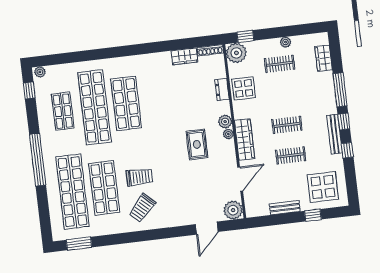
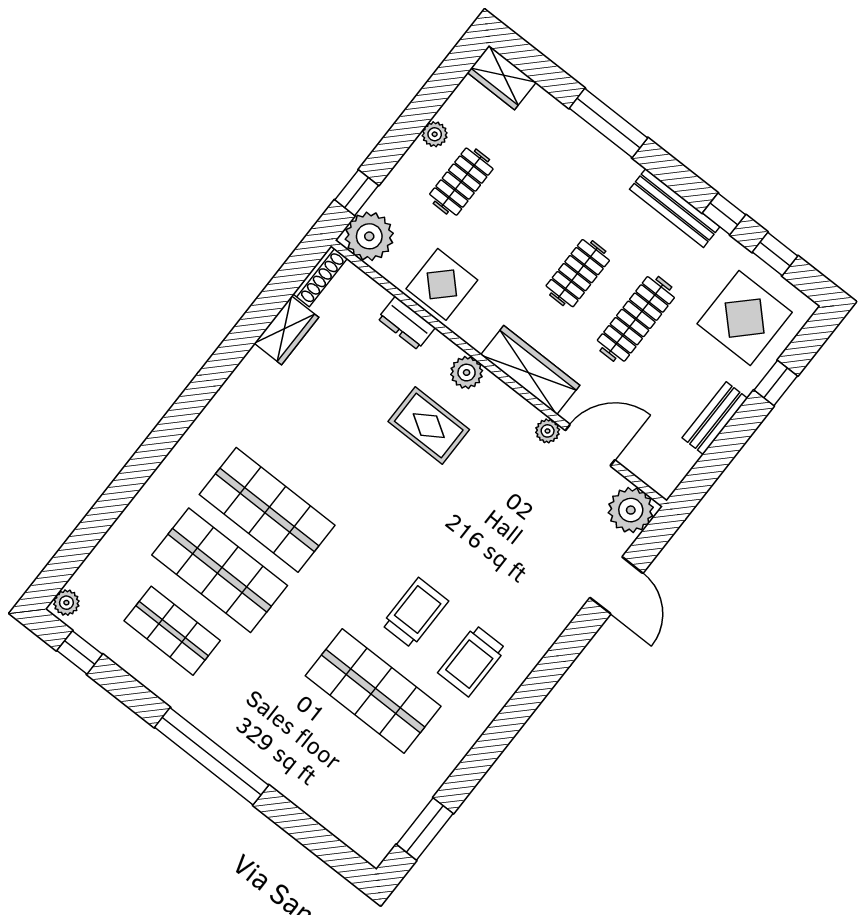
wardrobe: (324, 58) -> (502, 77), moved
shop shelf: (94, 107) -> (220, 570), width x0.71
window: (344, 122) -> (775, 254), moved
plant: (228, 134) -> (548, 431), moved
rug: (197, 144) -> (429, 426), moved
clothes rail: (291, 155) -> (636, 319), width x1.36
door: (240, 179) -> (590, 445), hinge flipped
shop shelf: (73, 192) -> (326, 751), removed
trolley: (142, 208) -> (472, 661), turned 47

